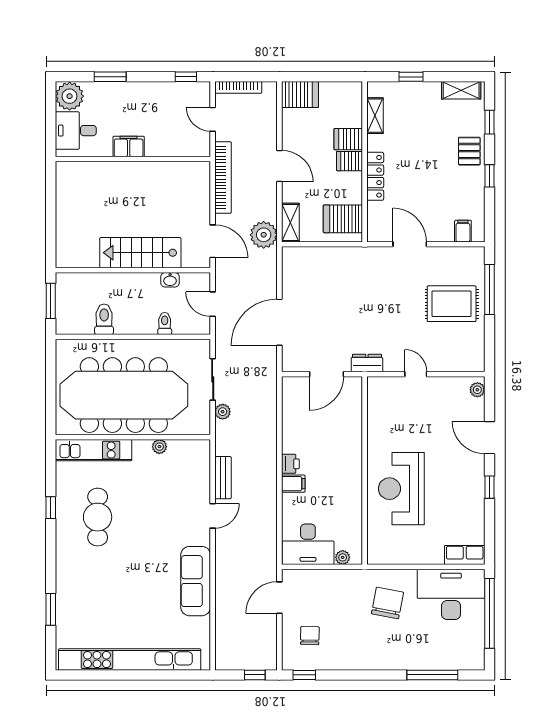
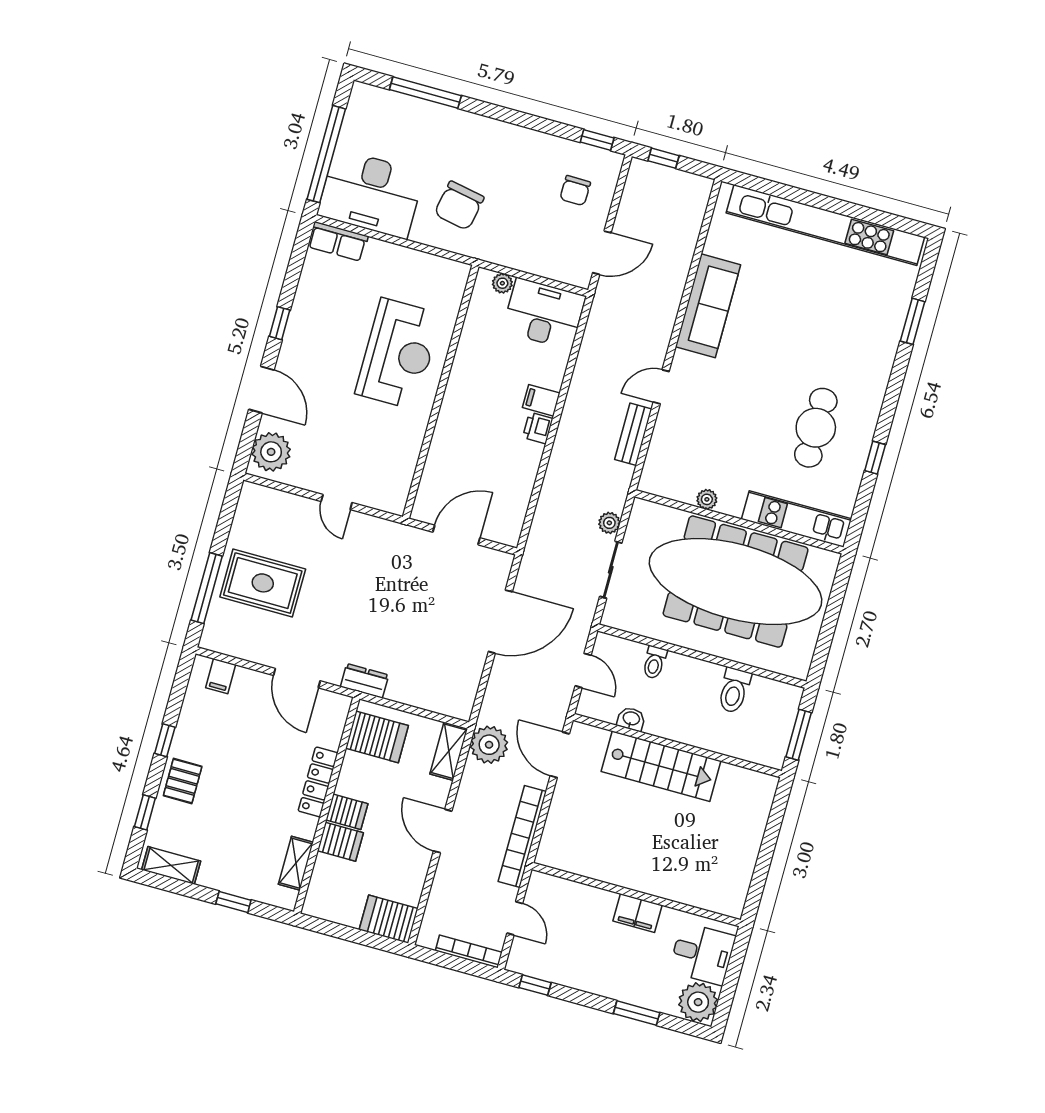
dresser: (367, 363) -> (365, 681), moved, turned 180
plant: (477, 390) -> (271, 452), width x1.88, depth x1.88

